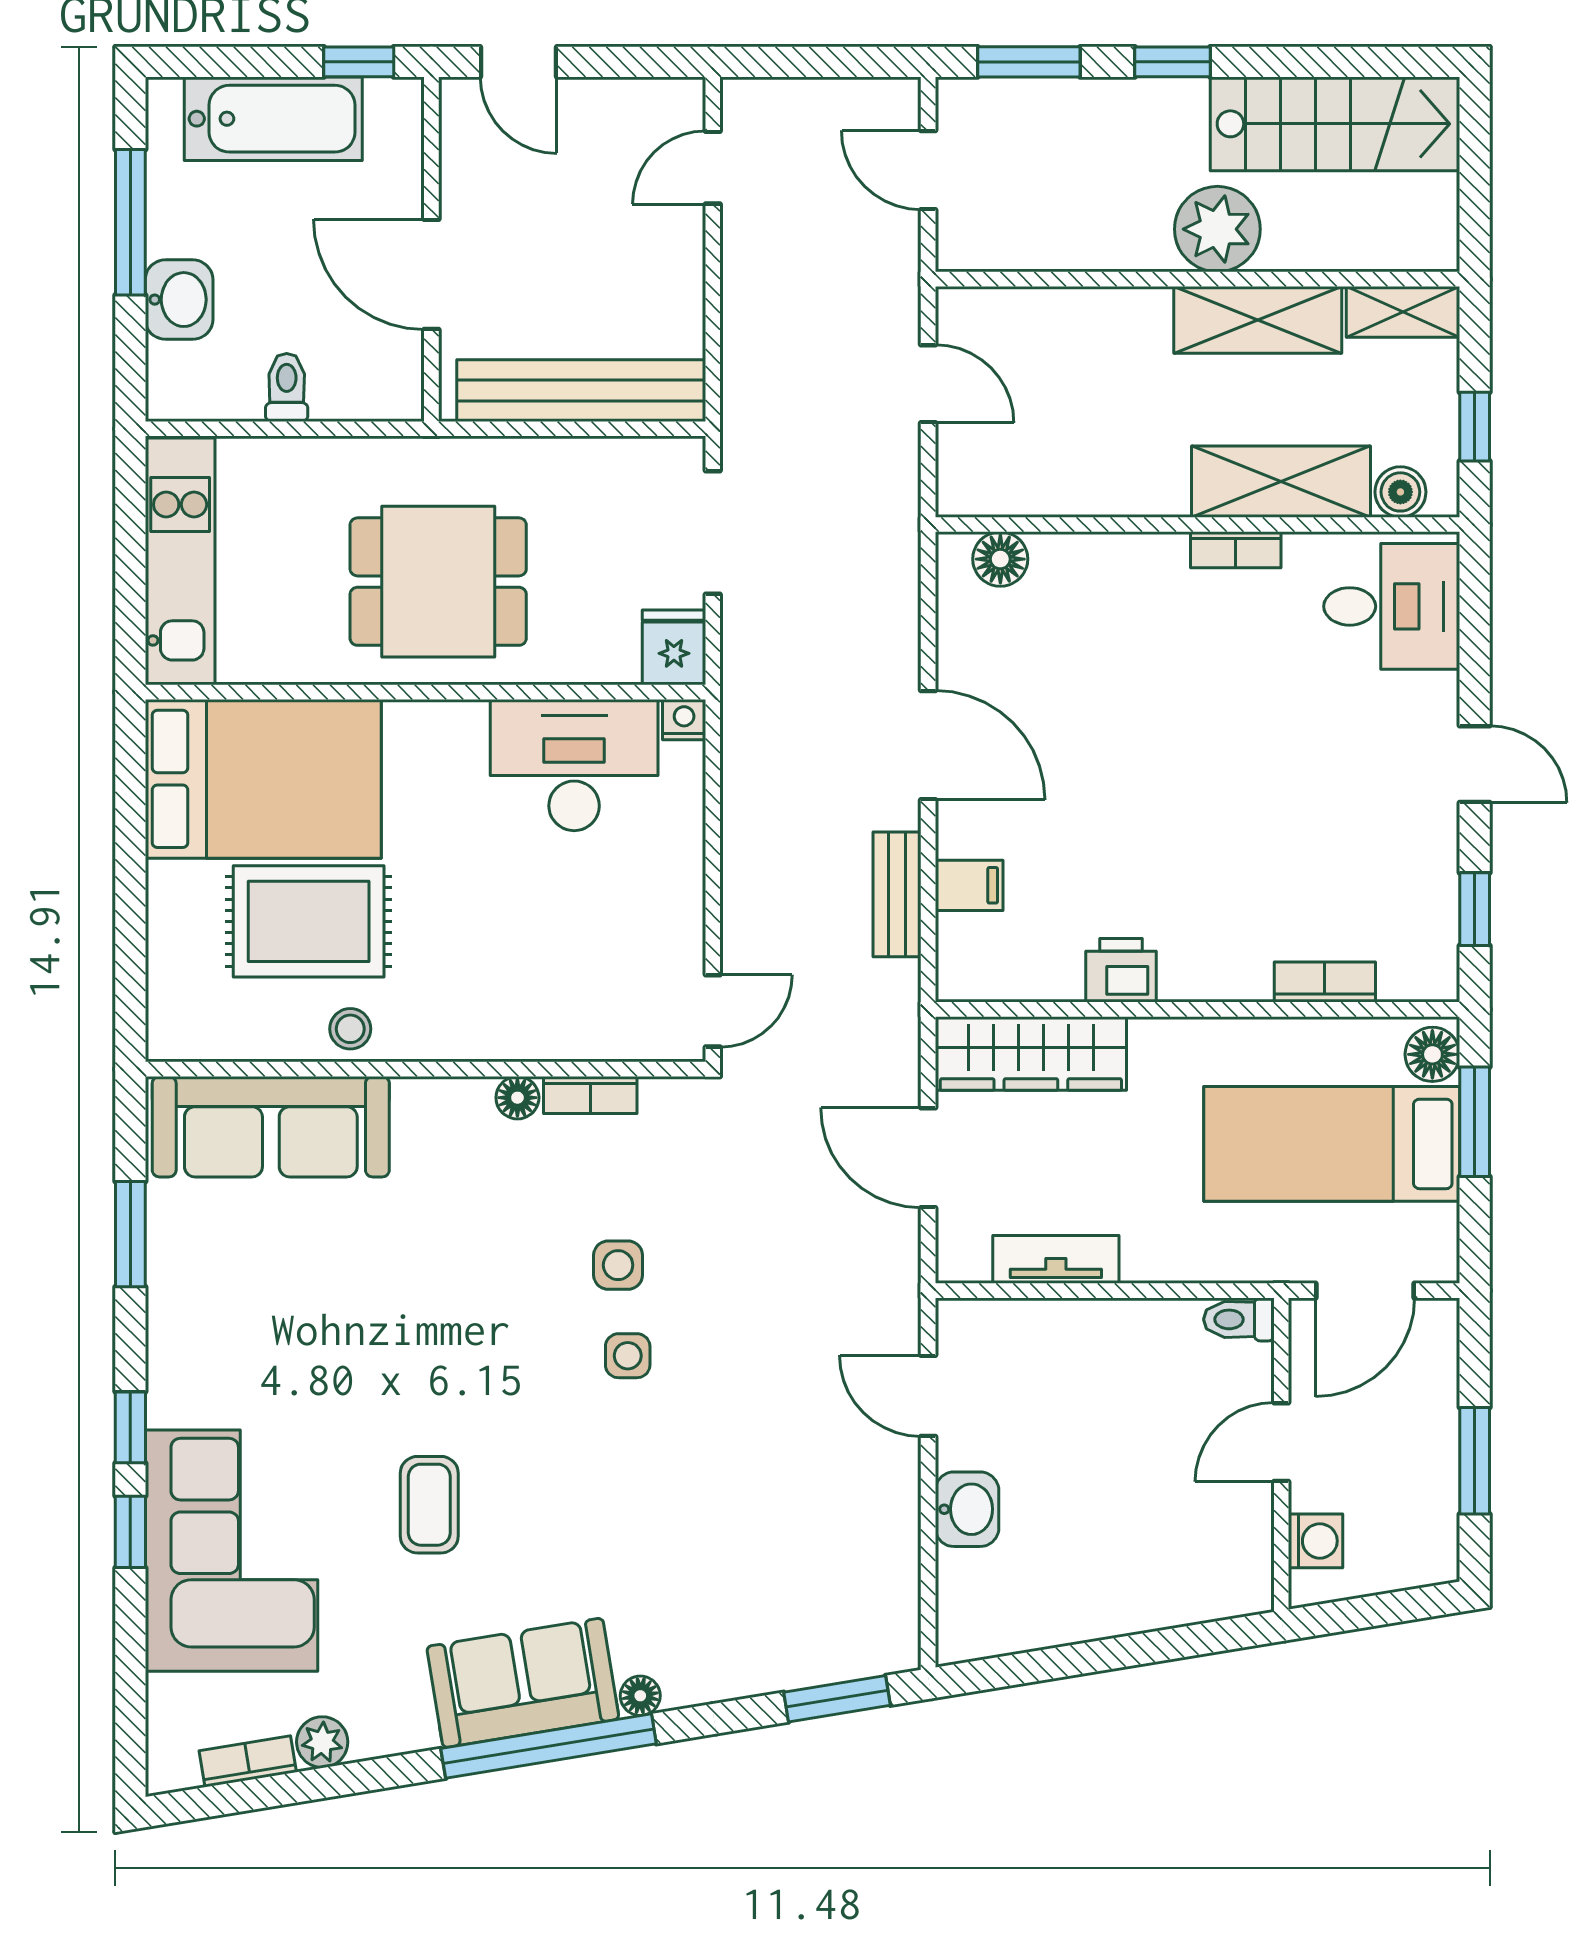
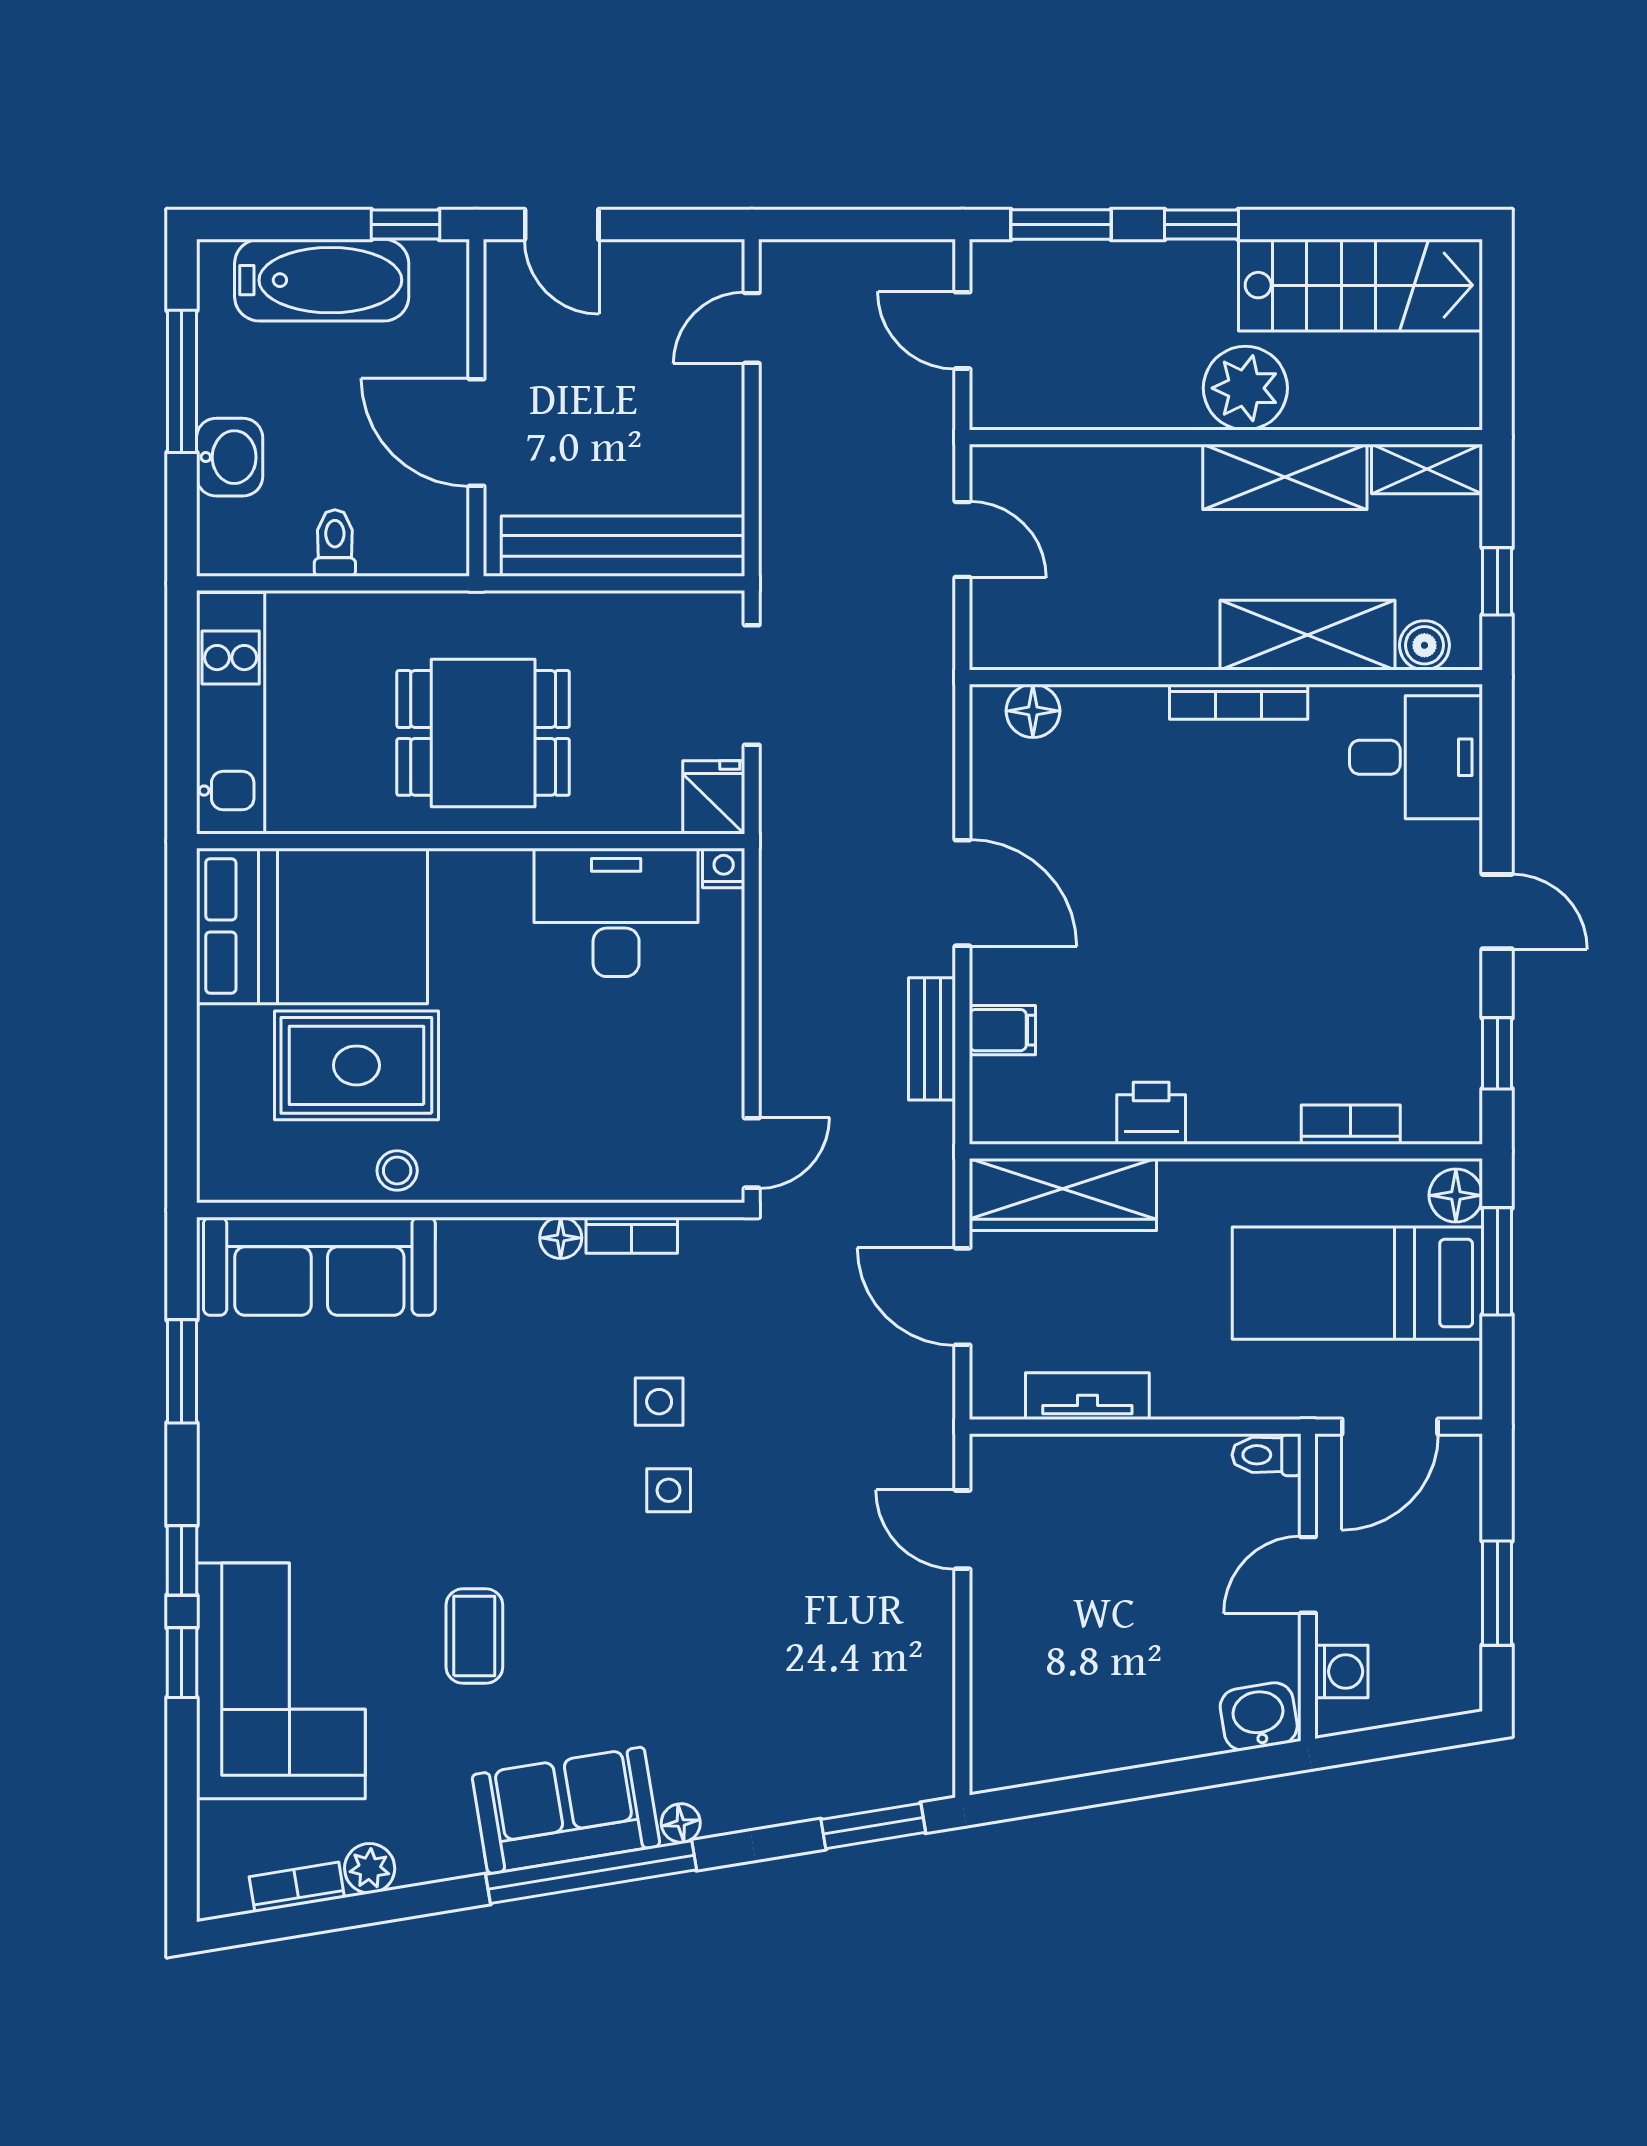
bookcase: (1236, 550) -> (1239, 702), width x1.56
washbasin: (967, 1509) -> (1259, 1716), moved, turned -99

